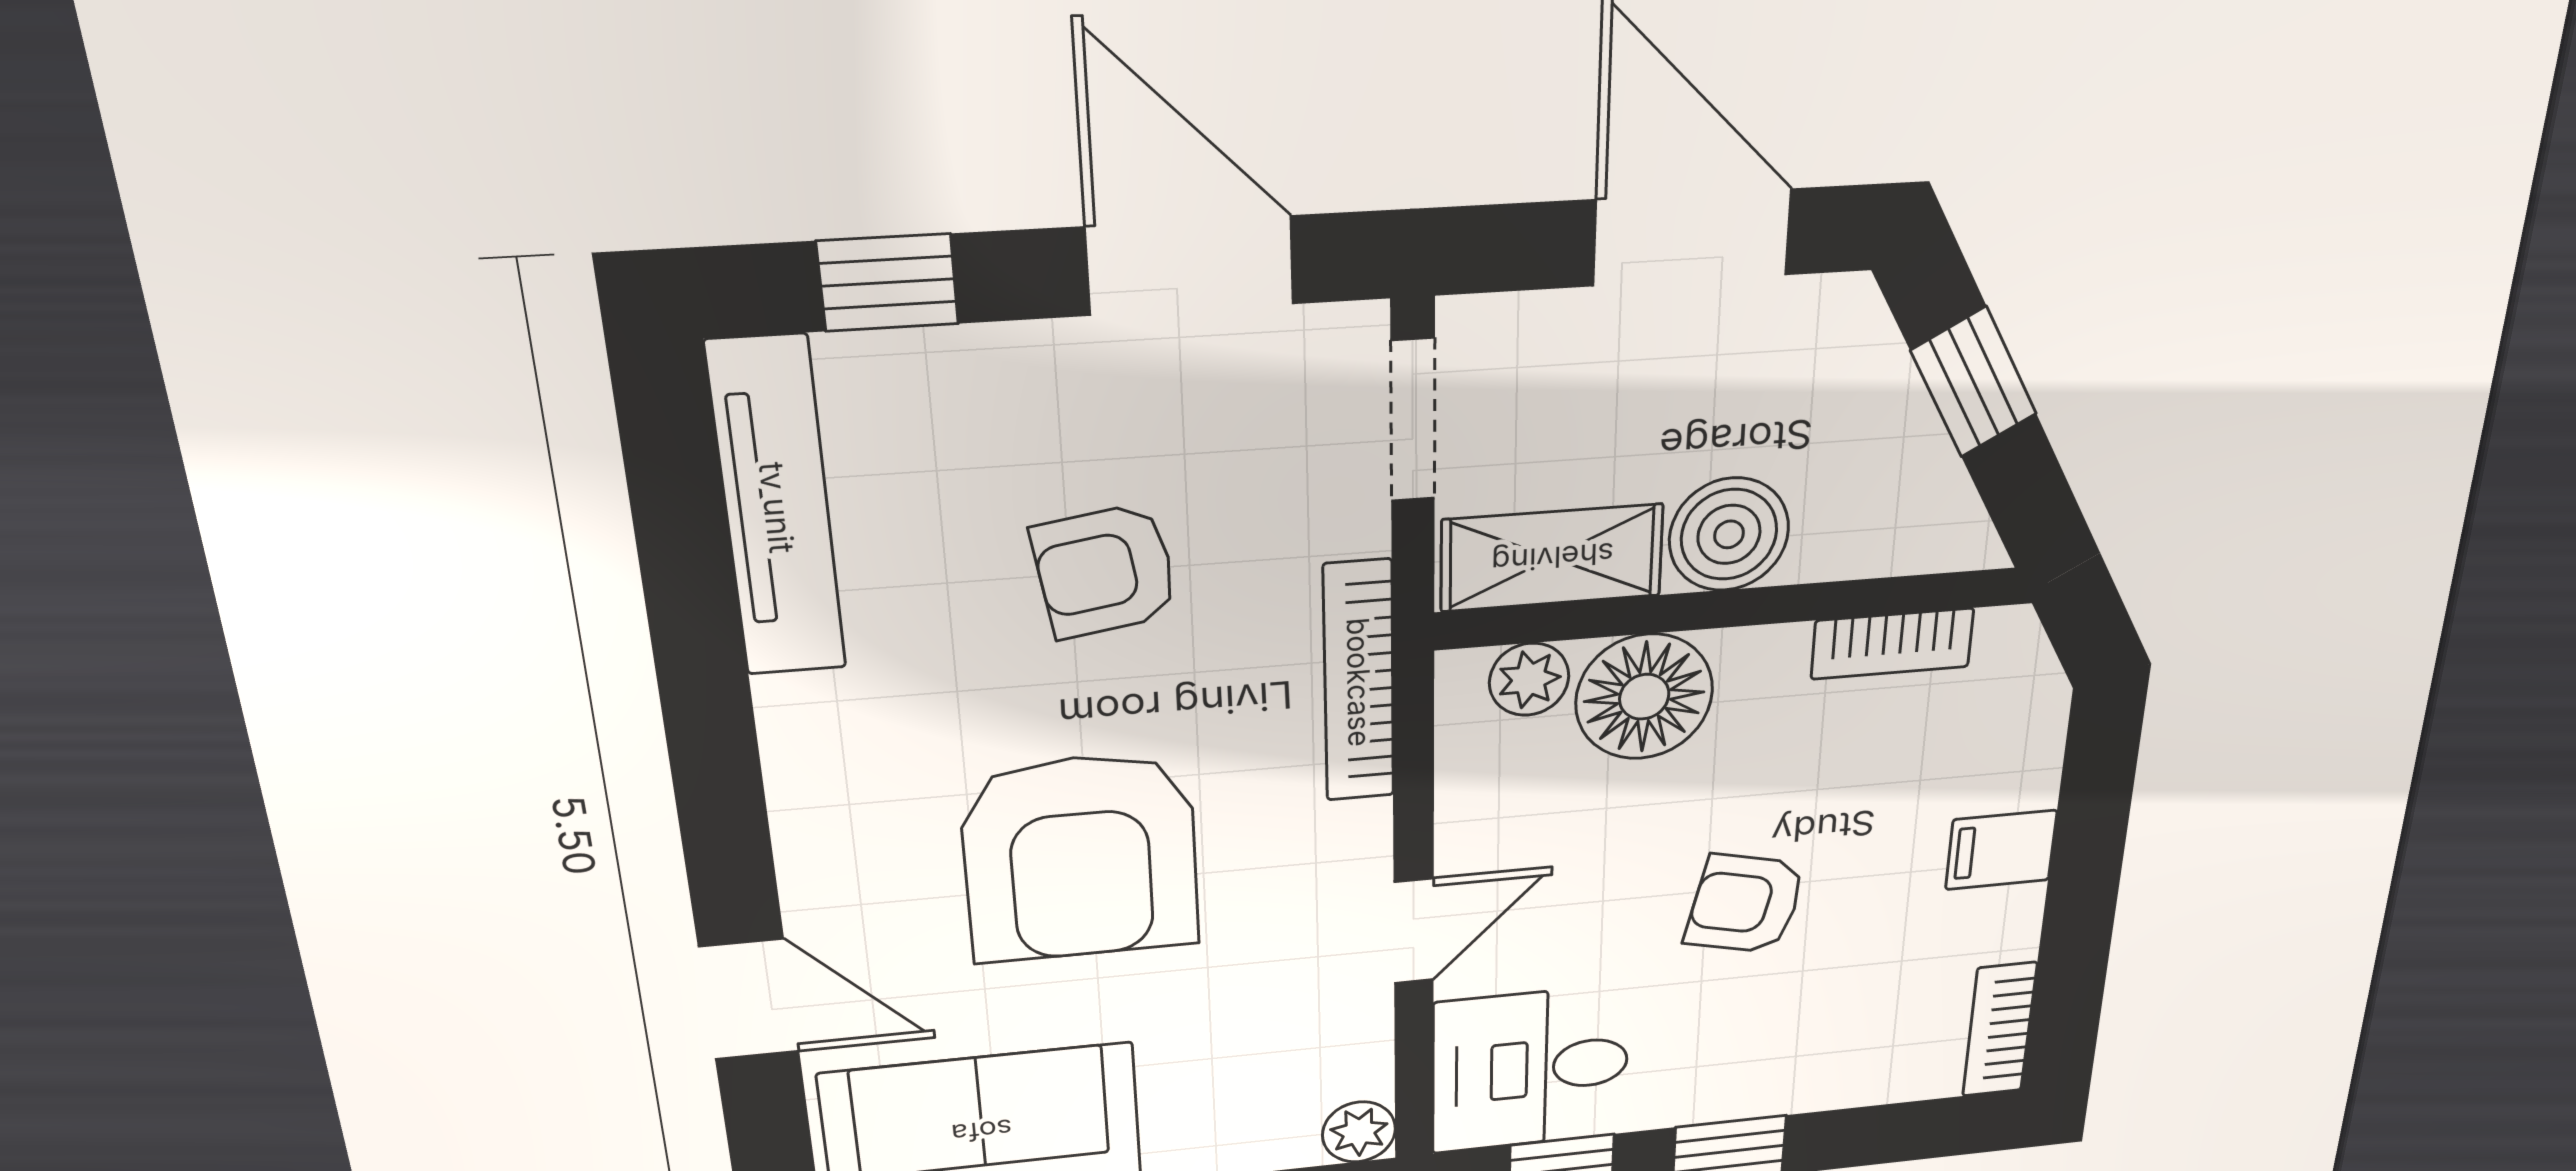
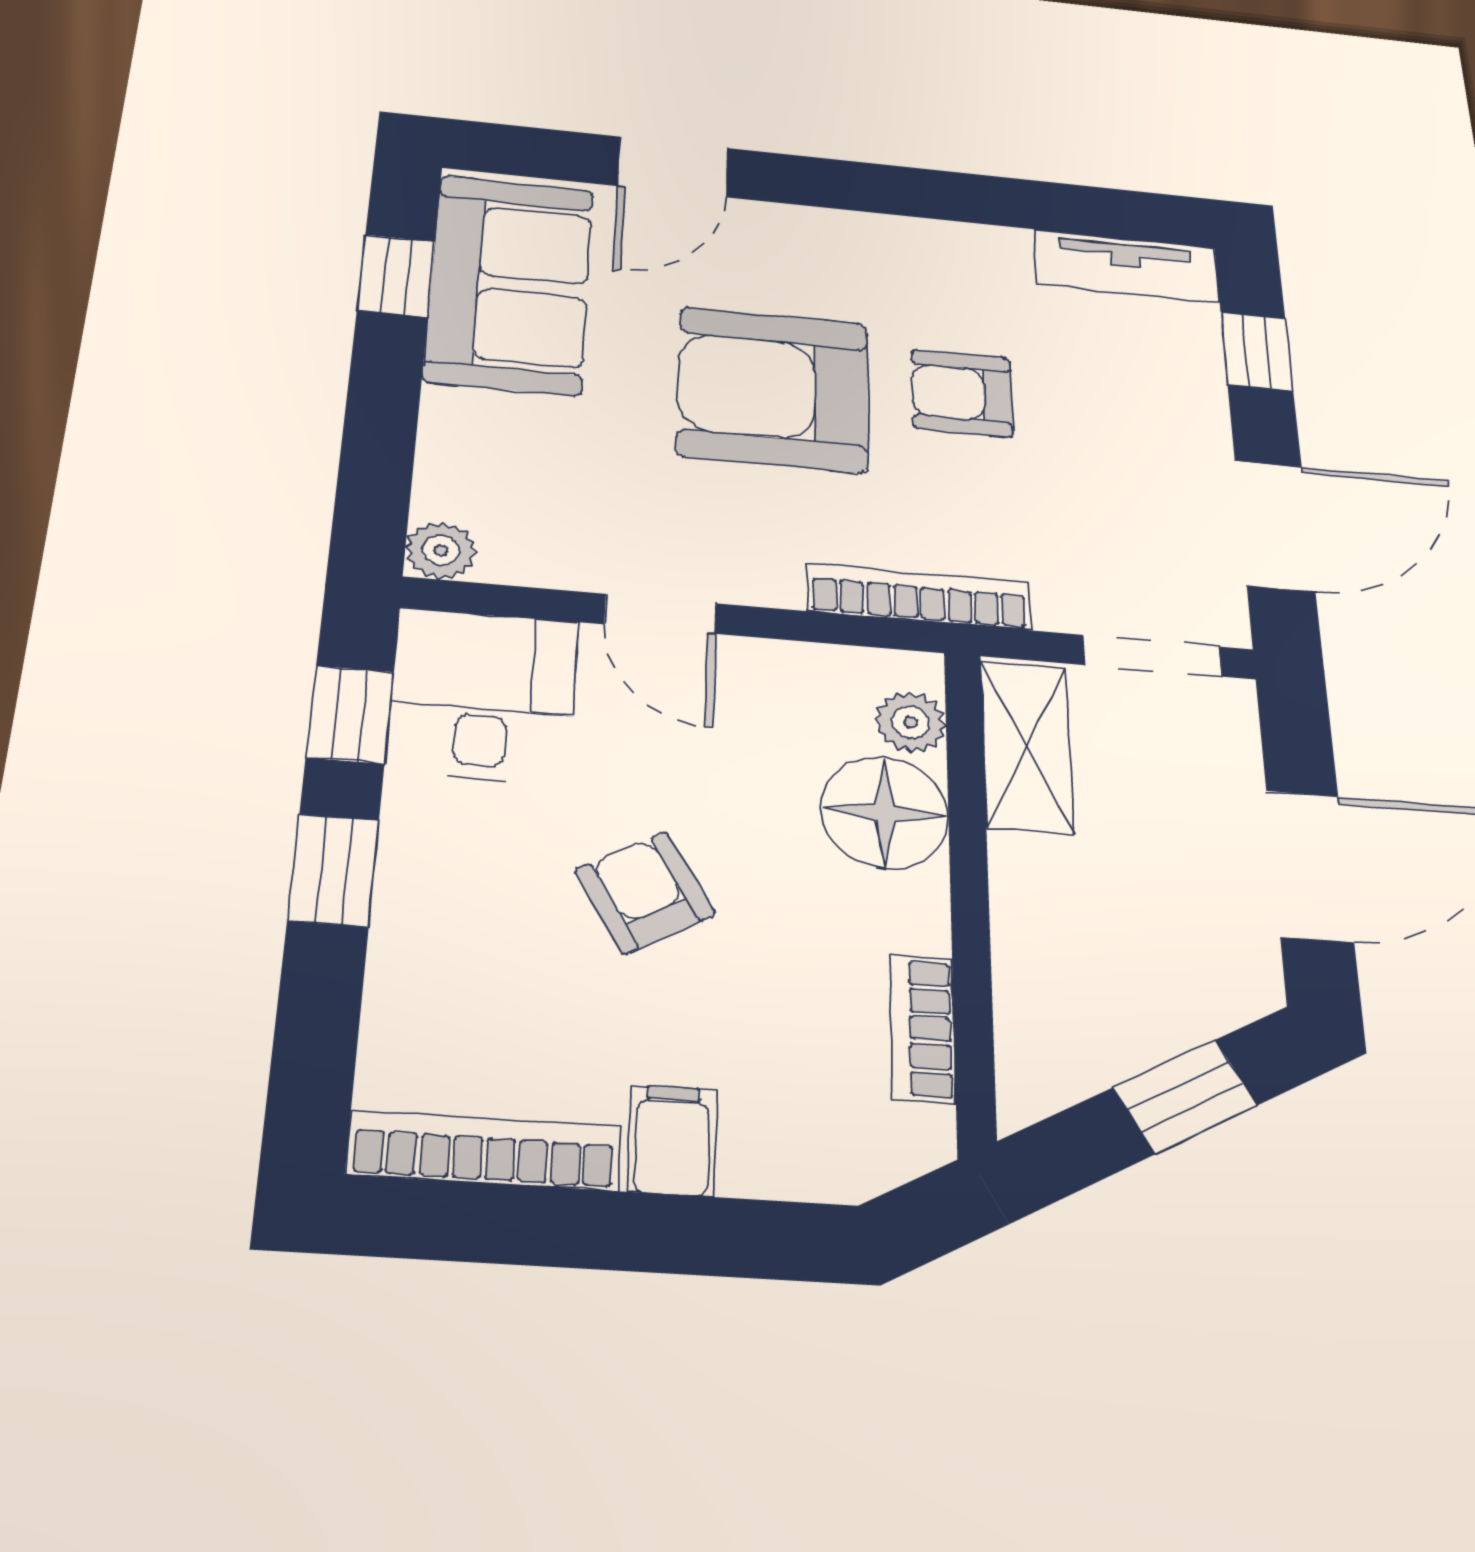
tv unit: (777, 508) -> (1126, 266), width x0.71
boiler: (1729, 534) -> (1043, 887), removed
armchair: (1105, 571) -> (962, 393), moved, turned -81
armchair: (1745, 904) -> (645, 892), turned -43
bookcase: (2000, 1030) -> (484, 1151), width x1.56

